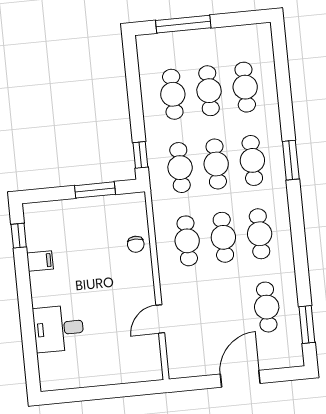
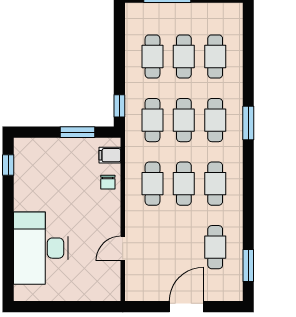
filing cabinet: (40, 261) -> (110, 155), moved, turned 180
desk: (59, 329) -> (41, 248), width x1.87, depth x1.30

